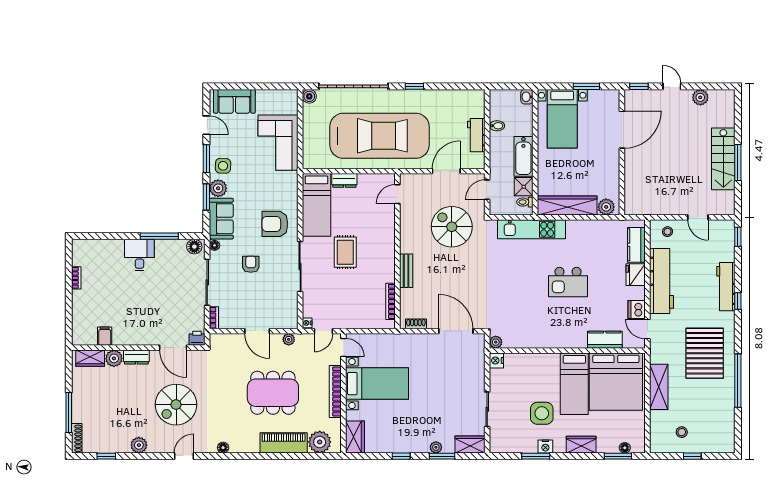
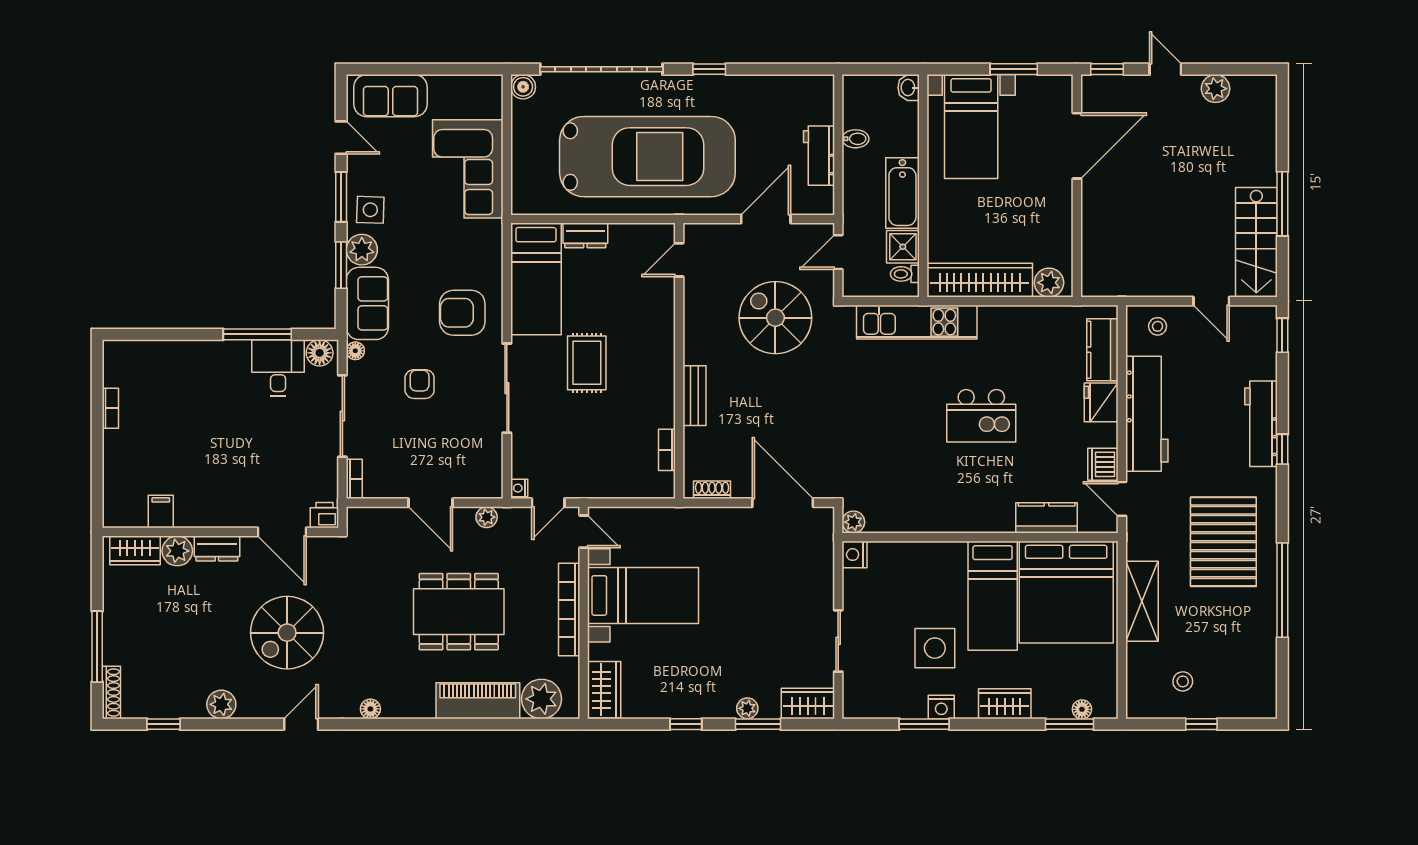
stairs: (723, 159) -> (1256, 242), moved
desk: (139, 255) -> (278, 368), moved
bookcase: (390, 301) -> (667, 450), width x0.64

